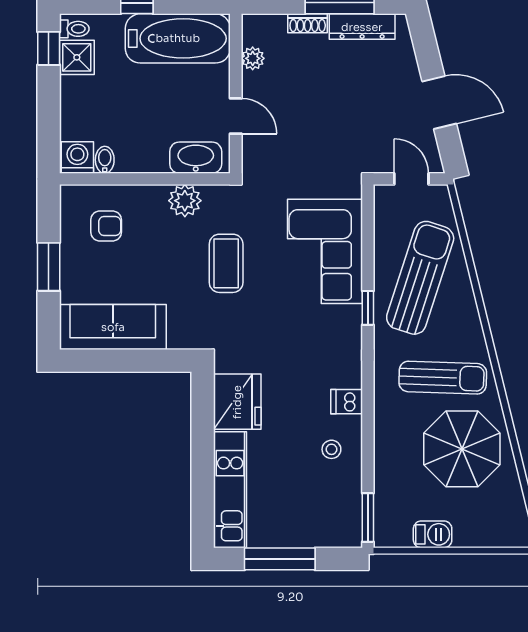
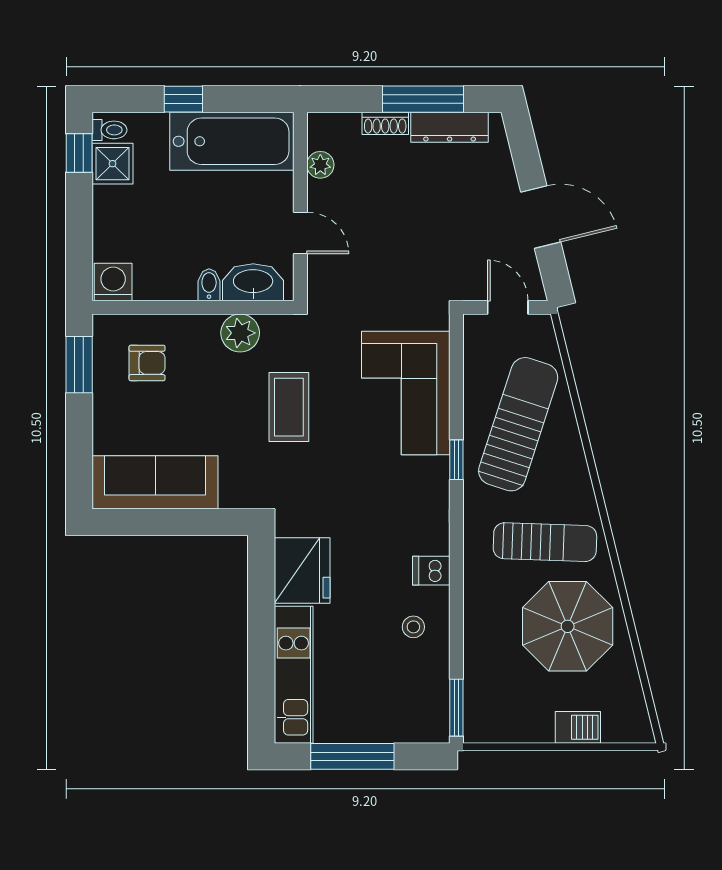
bidet: (105, 160) -> (209, 285), moved
window: (49, 267) -> (79, 365), moved
barbecue: (433, 534) -> (578, 727), moved

